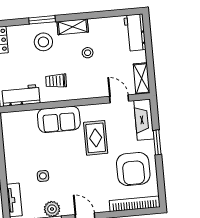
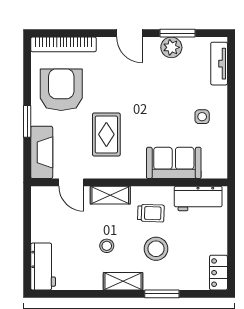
stool: (43, 42) -> (156, 249), moved
shelving: (142, 78) -> (110, 195), moved, turned 90
sofa: (59, 119) -> (174, 163), moved
side table: (43, 176) -> (202, 117), moved

